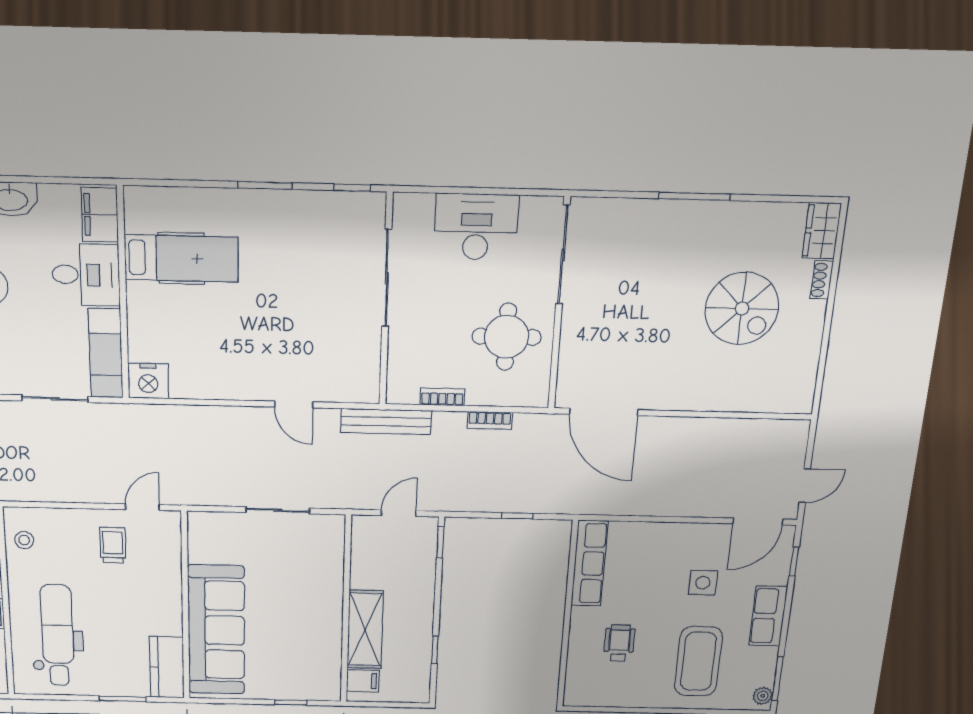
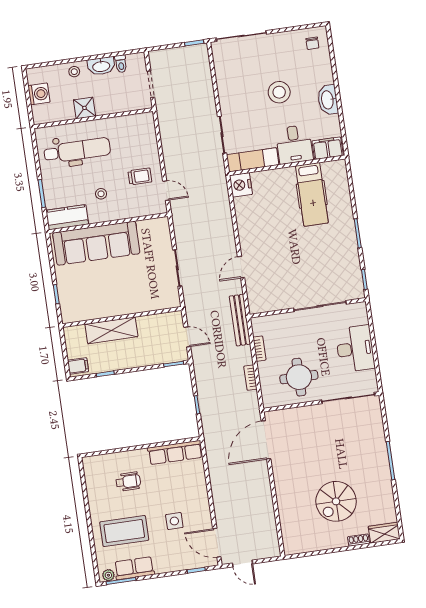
stool: (24, 540) -> (101, 194), moved
row of seats: (768, 616) -> (134, 568), moved
filing cabinet: (363, 681) -> (78, 366), moved, turned -90

